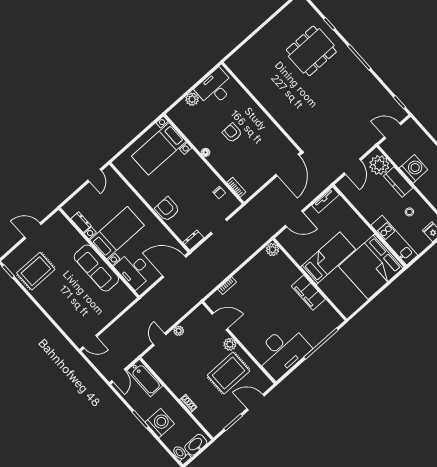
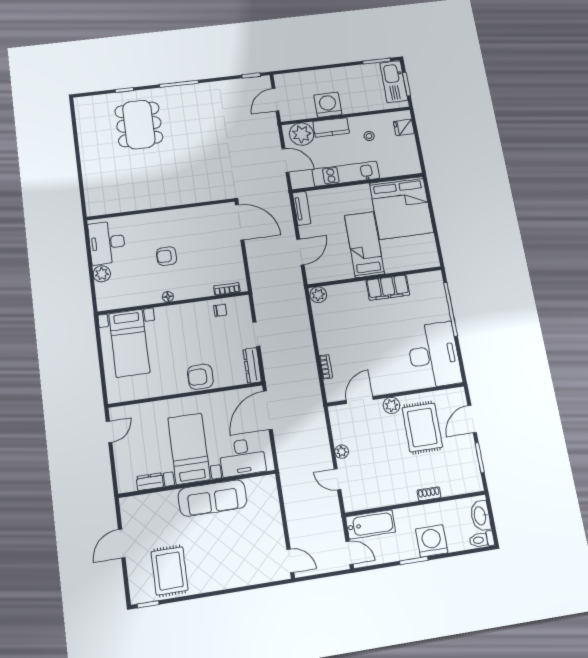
door: (95, 175) -> (109, 432), hinge flipped
dresser: (193, 240) -> (252, 365), width x1.44
kitchen unit: (394, 240) -> (346, 174), moved
door: (90, 342) -> (290, 561), hinge flipped

